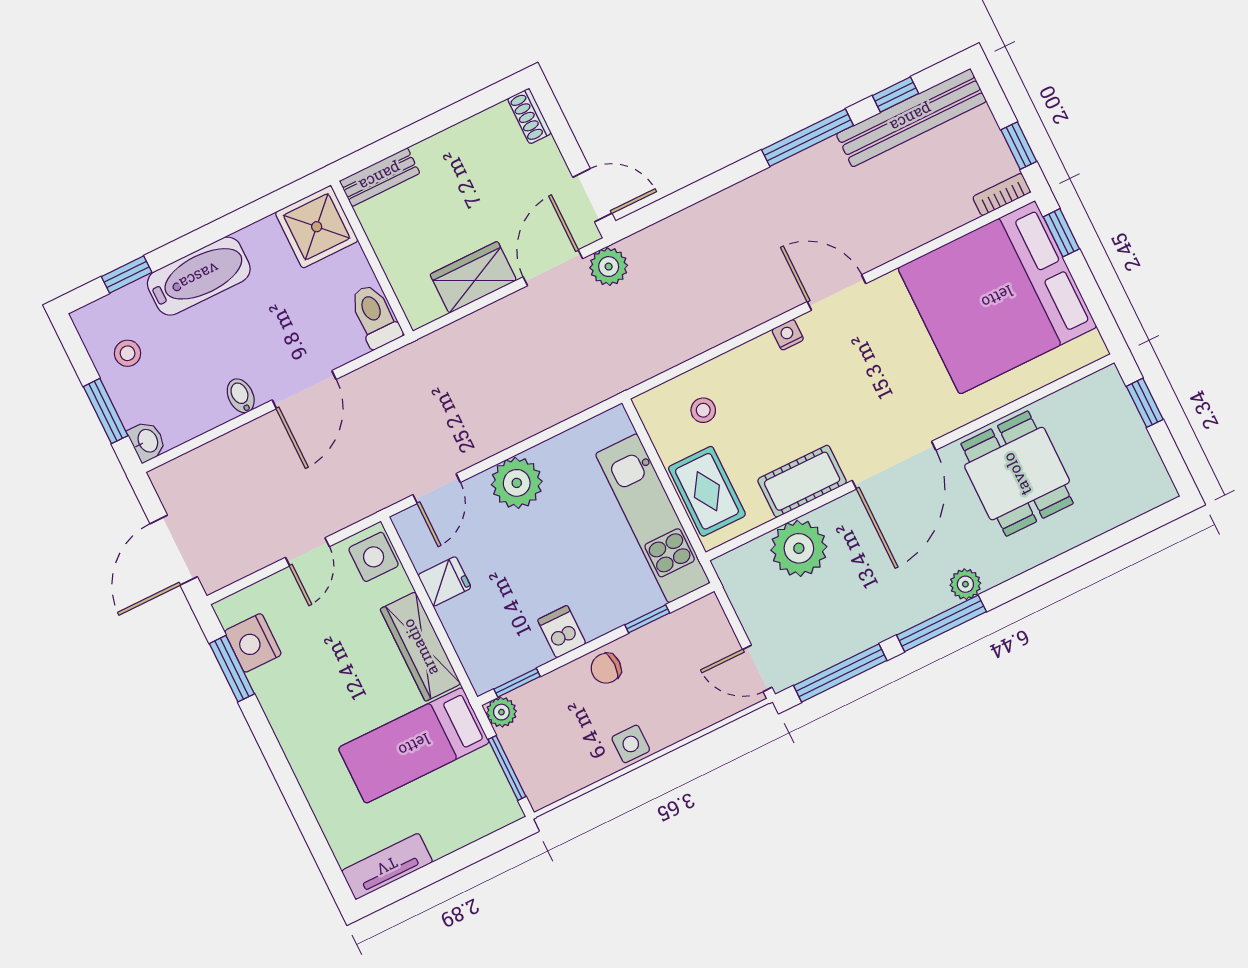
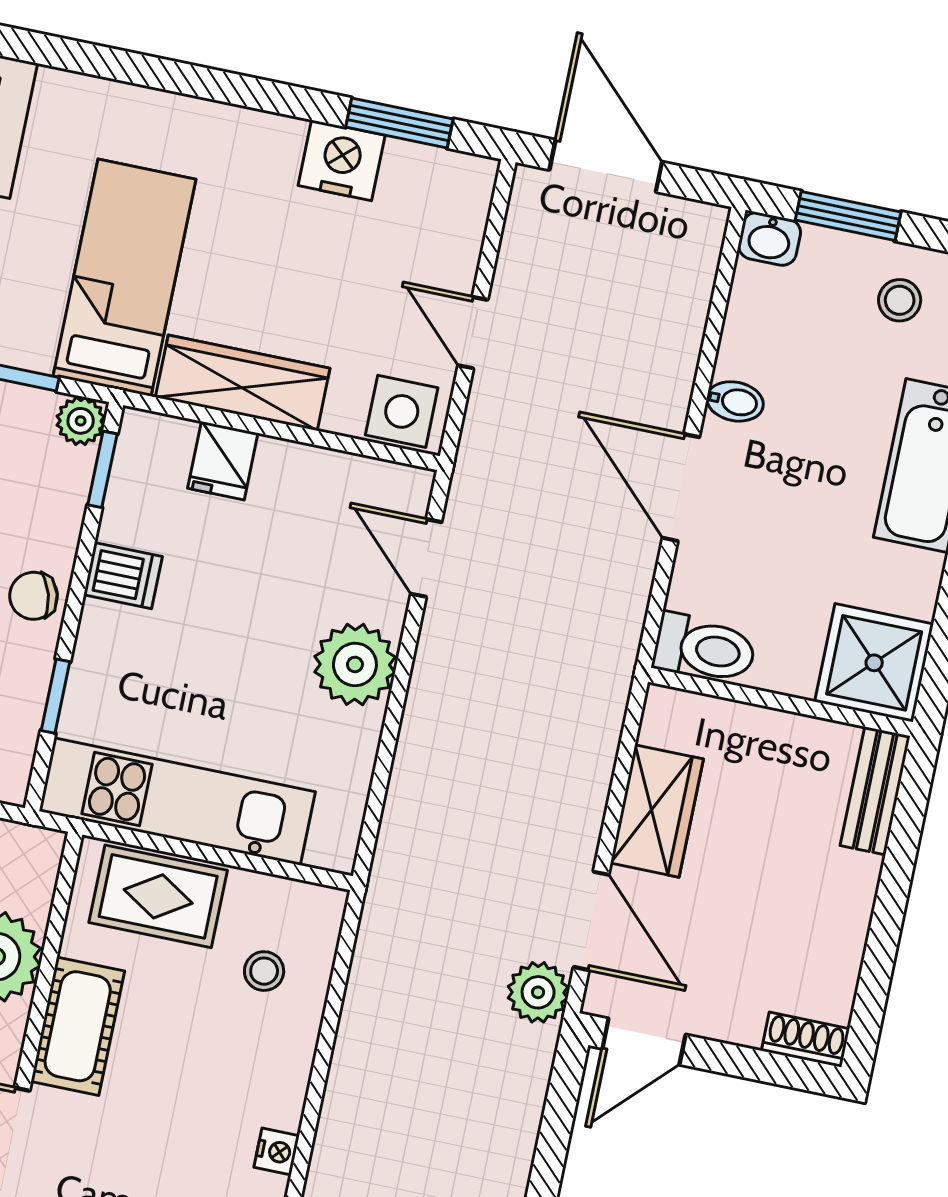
fridge: (444, 581) -> (223, 461), moved
nightstand: (253, 643) -> (342, 160), moved
chair: (606, 668) -> (33, 596), turned -106

